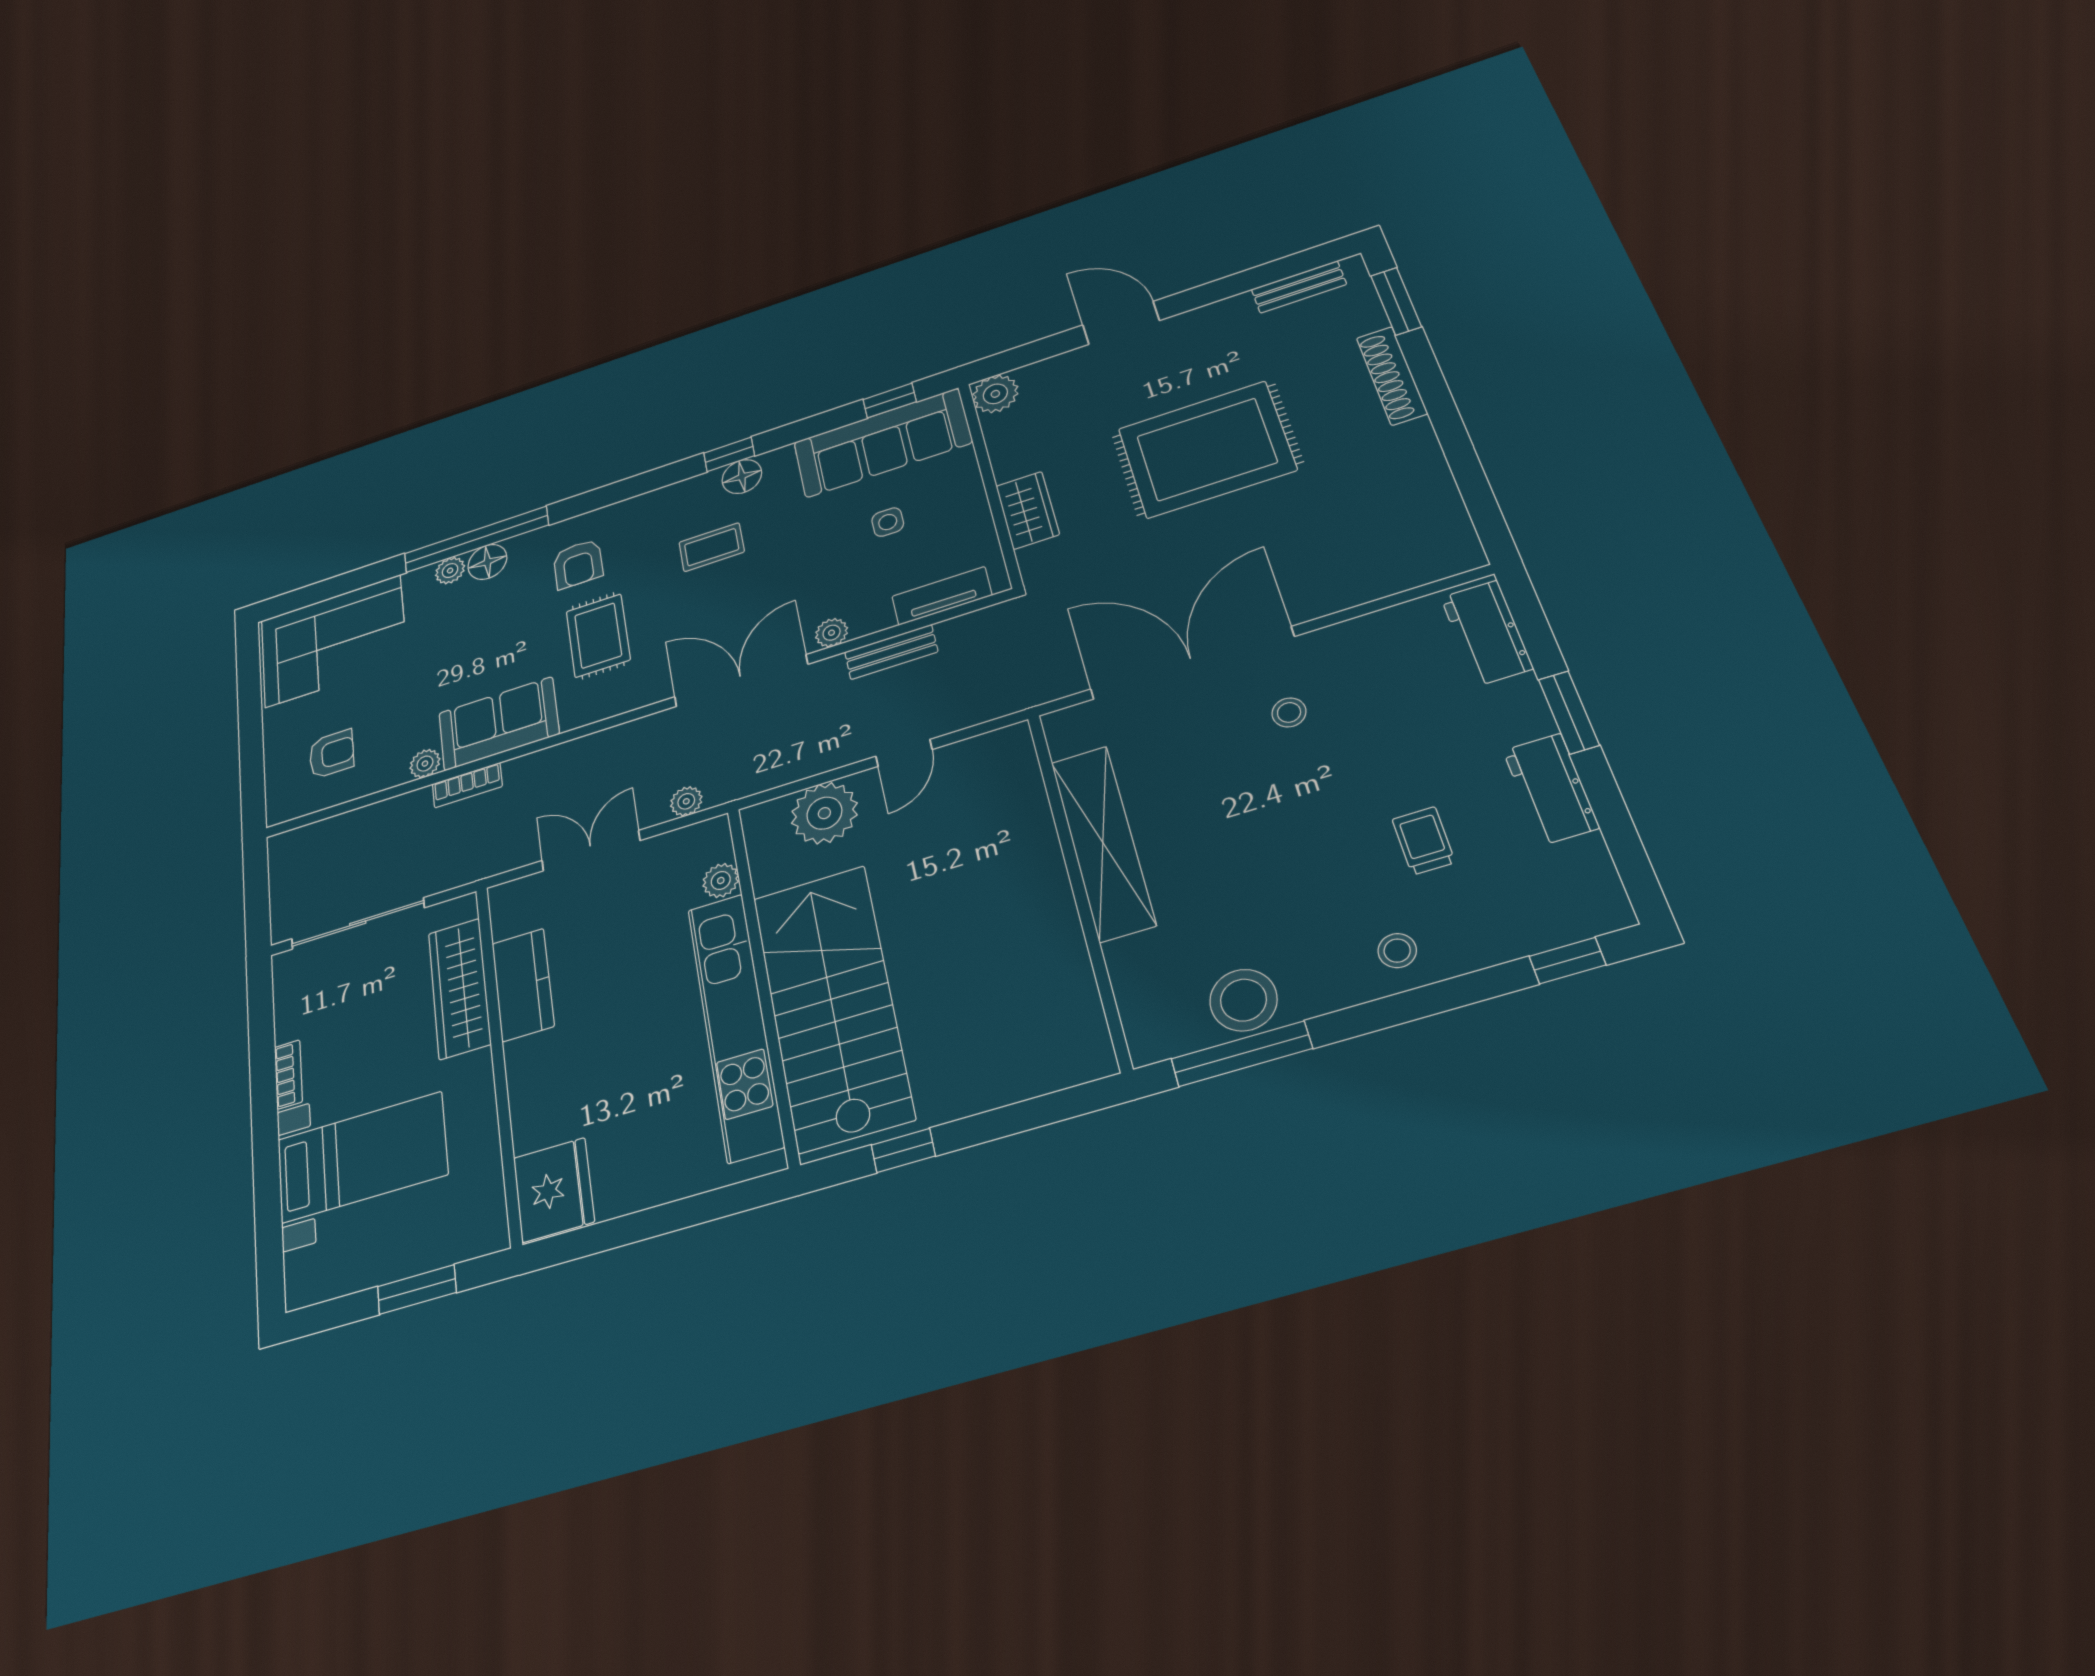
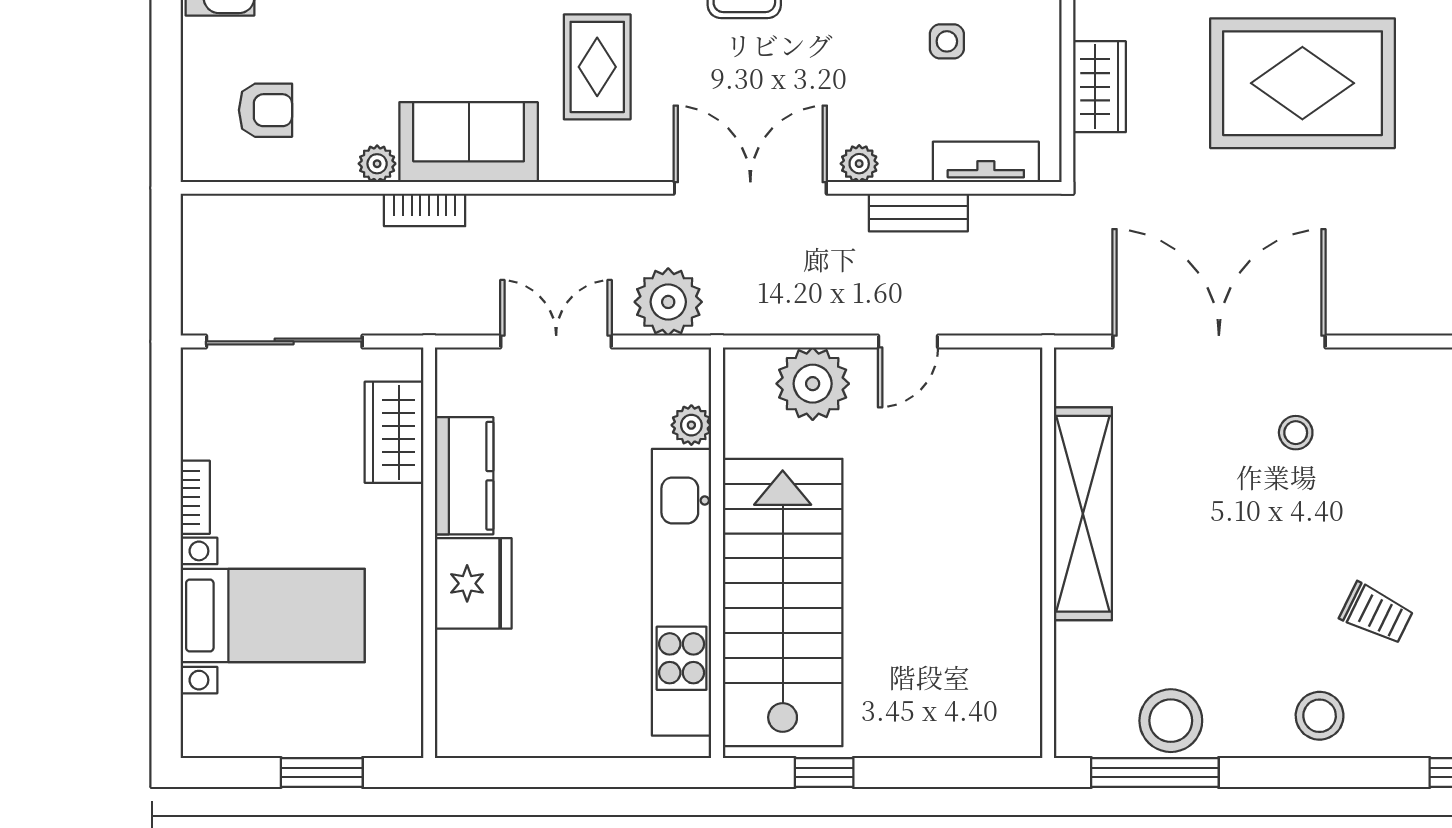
plant: (686, 801) -> (668, 302), width x1.88, depth x1.88
trolley: (1424, 841) -> (1376, 613), turned 116
stool: (1397, 951) -> (1320, 716), width x1.37, depth x1.37
wardrobe: (459, 988) -> (394, 432), width x0.67
fridge: (554, 1190) -> (473, 583), moved

